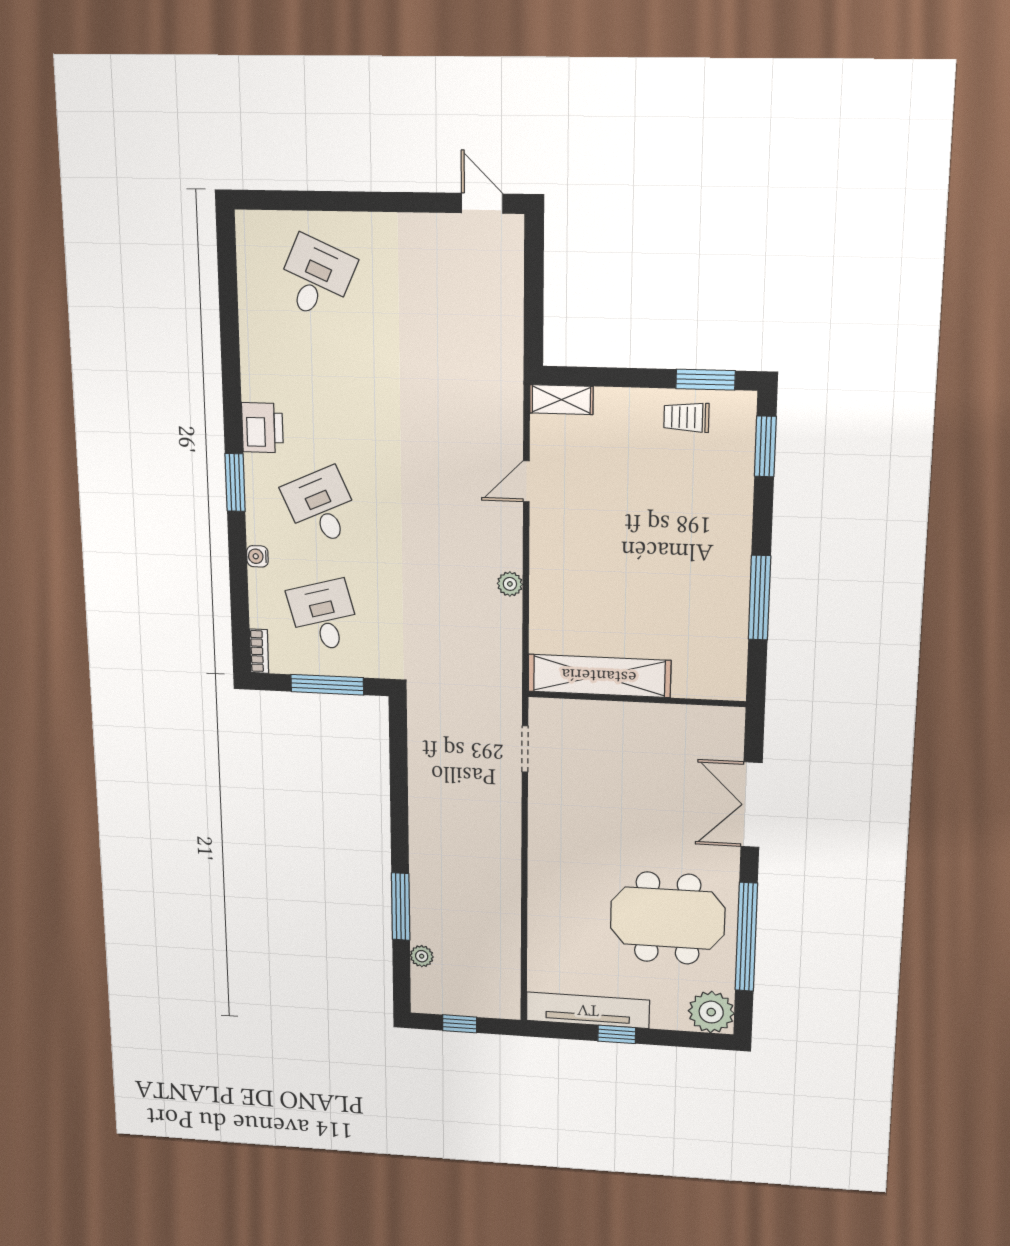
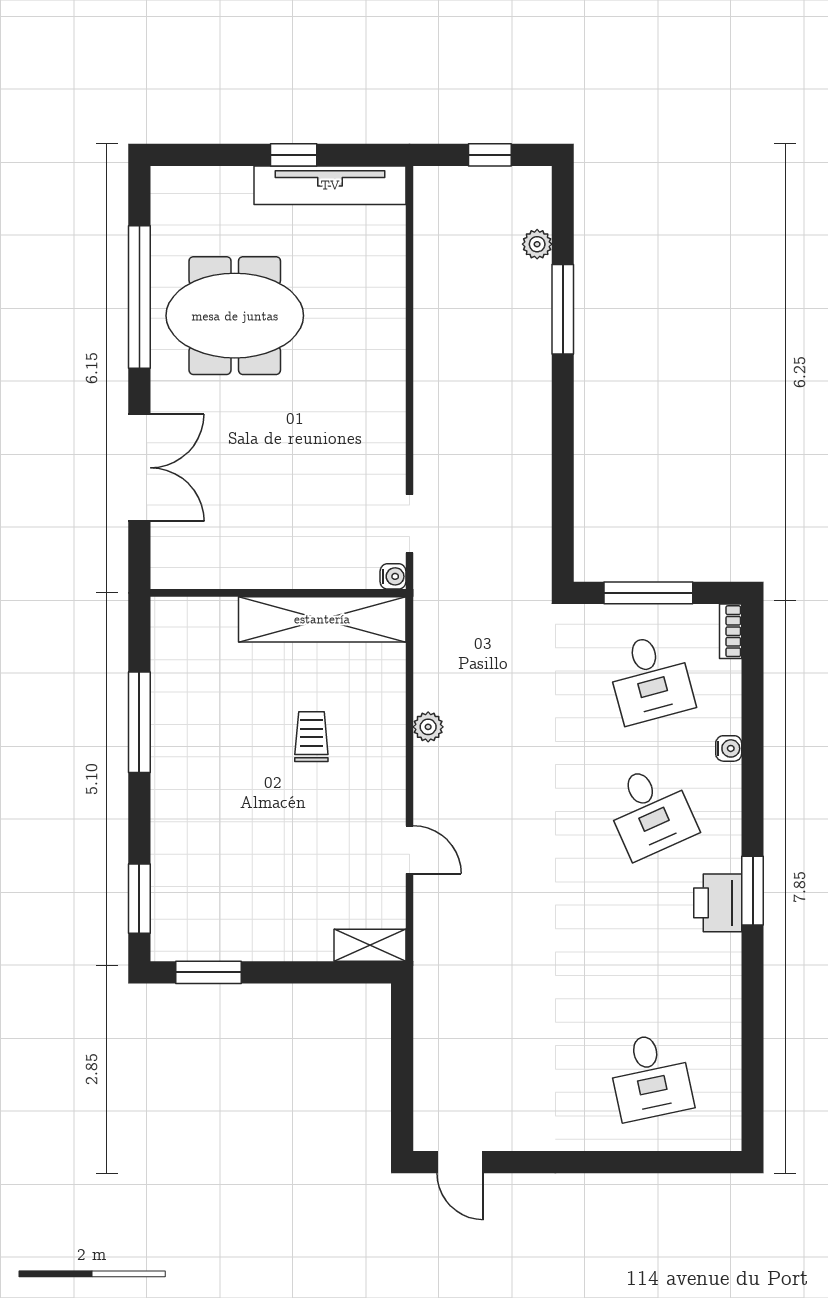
desk: (316, 278) -> (650, 1076), turned -36
trolley: (686, 417) -> (311, 737), moved, turned -90
door: (526, 481) -> (409, 850), hinge flipped
window: (235, 483) -> (753, 891), moved
water cooler: (539, 708) -> (393, 576), added
plant: (711, 1012) -> (179, 194), removed

